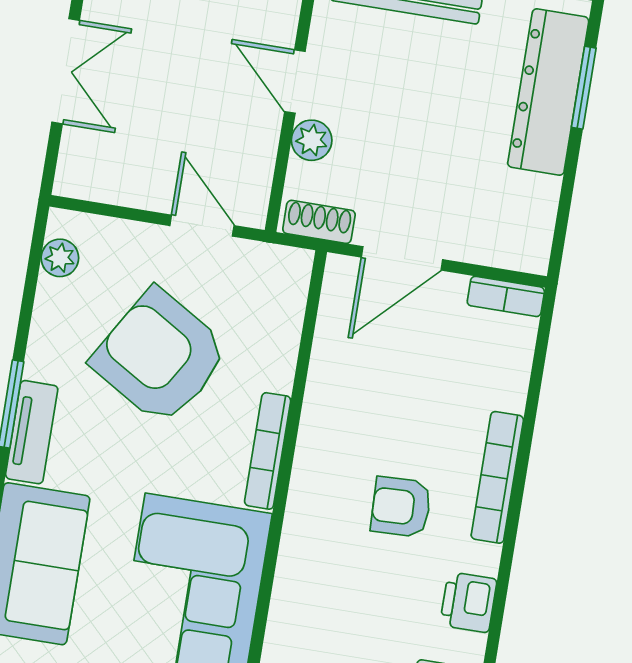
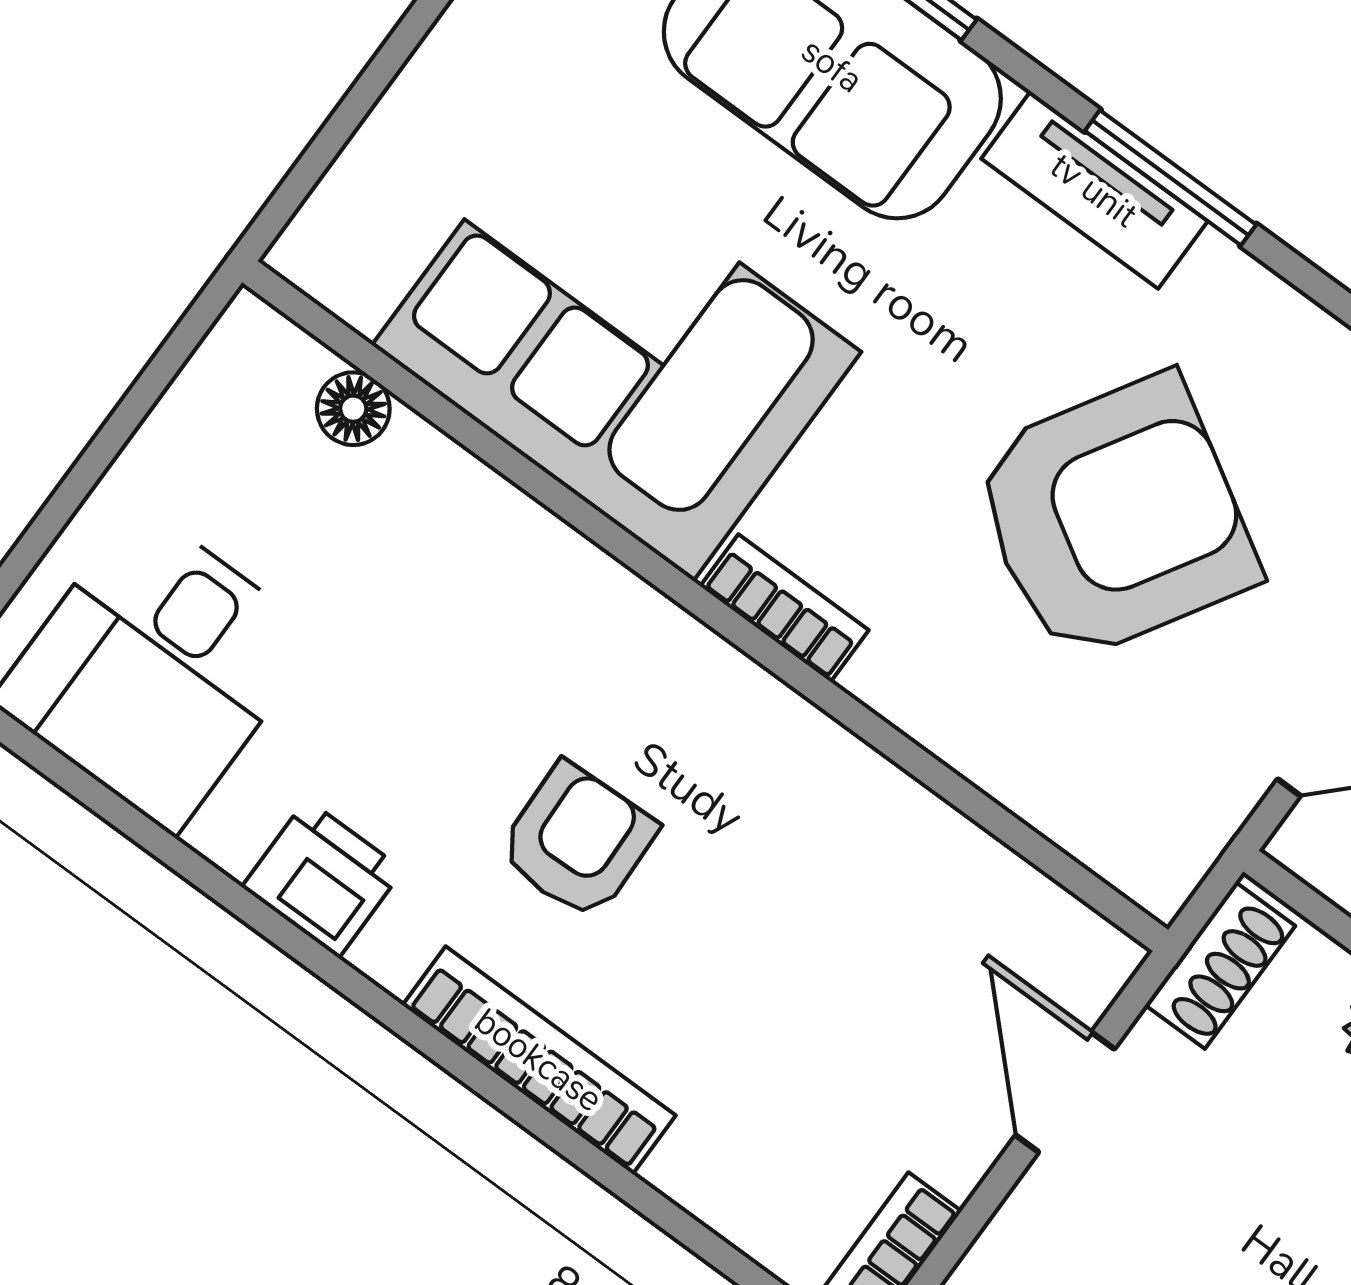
door: (402, 258) -> (1065, 1092), width x0.73
bookcase: (268, 451) -> (784, 608), width x0.64

